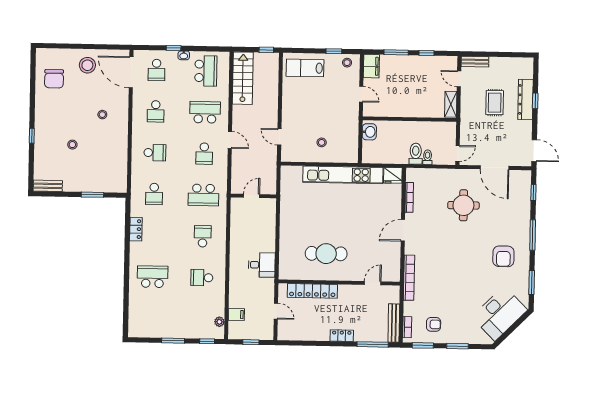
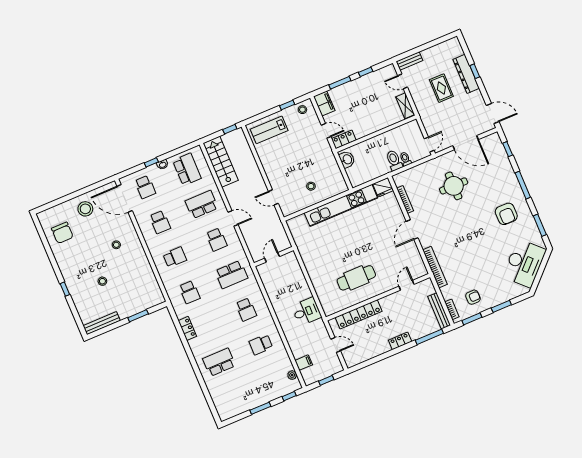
locker: (375, 110) -> (344, 139), added
bench: (48, 186) -> (102, 323), width x1.36
school desk: (203, 236) -> (246, 310), turned 180

